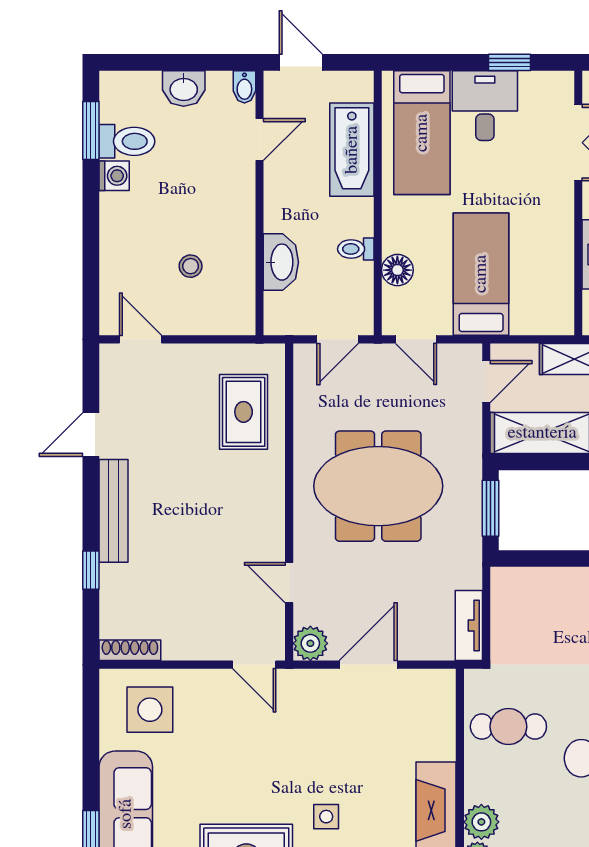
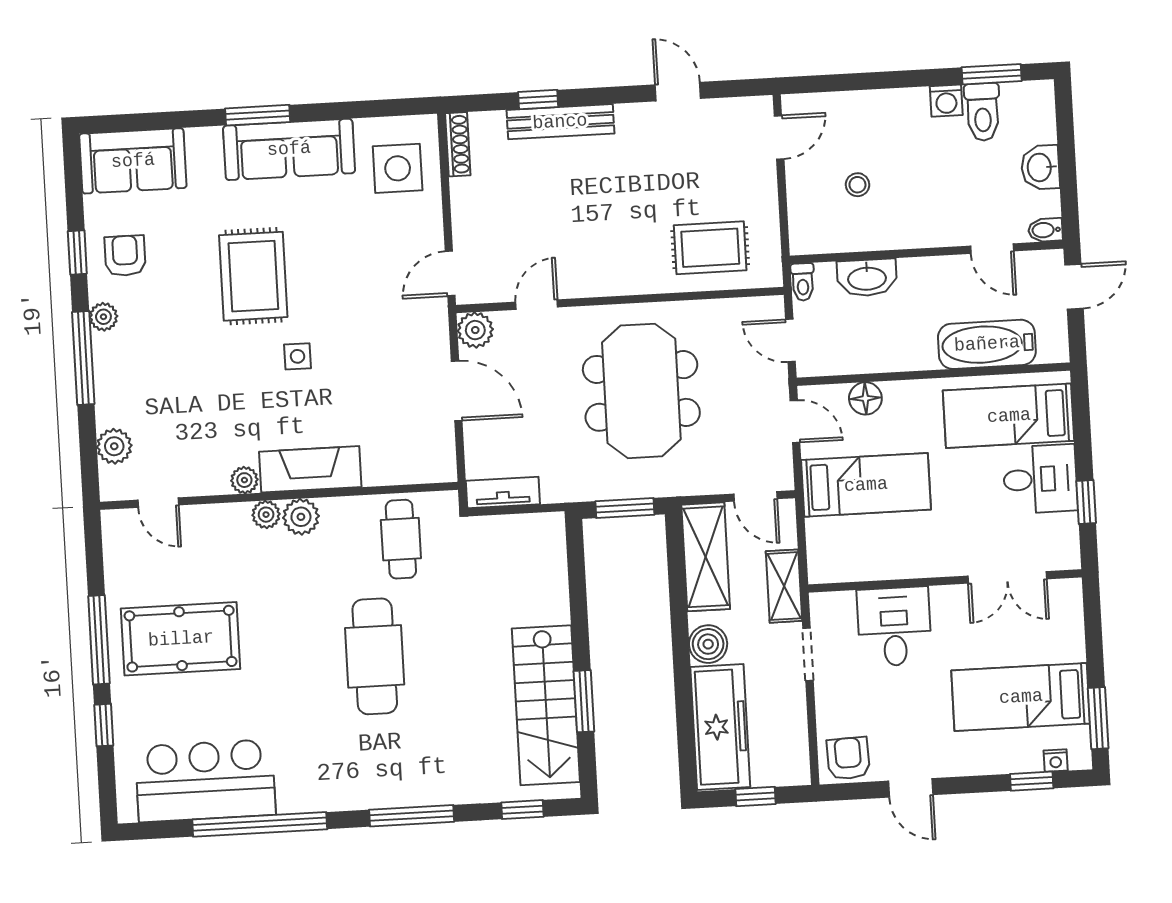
toilet: (356, 249) -> (803, 282), moved, turned 180
door: (416, 339) -> (795, 421), swing flipped
bench: (114, 511) -> (560, 122), moved

